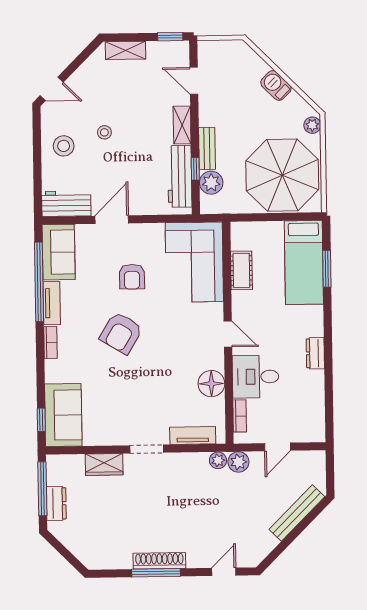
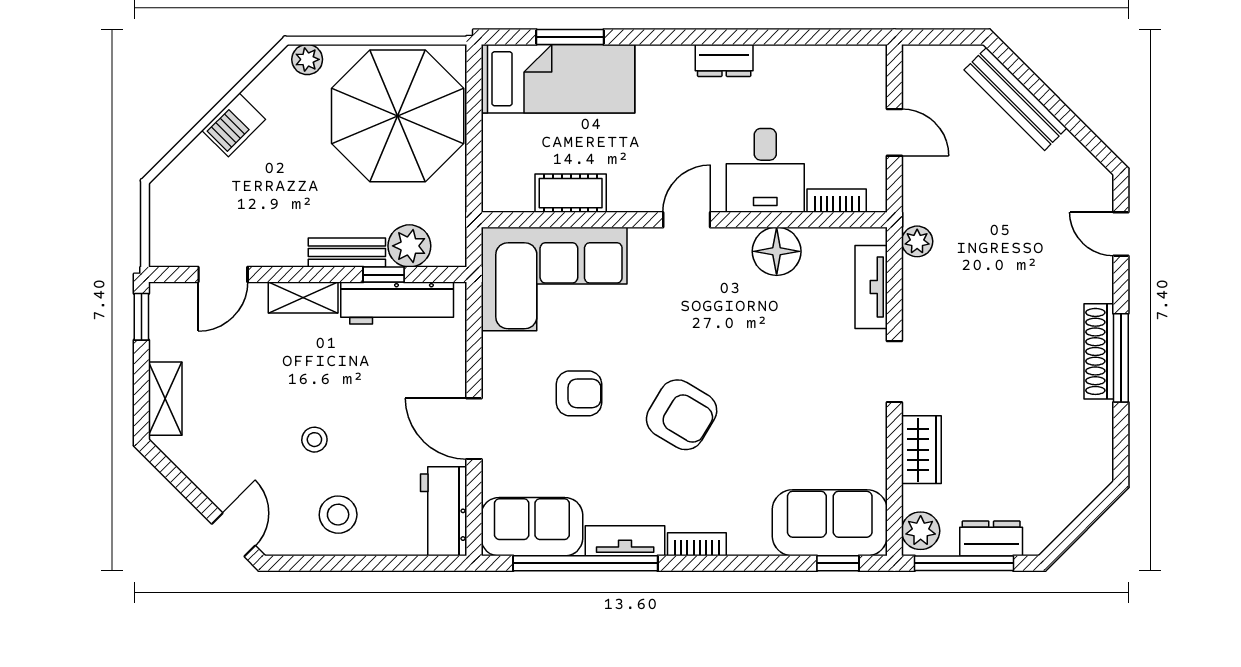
plant: (238, 462) -> (921, 531), moved

